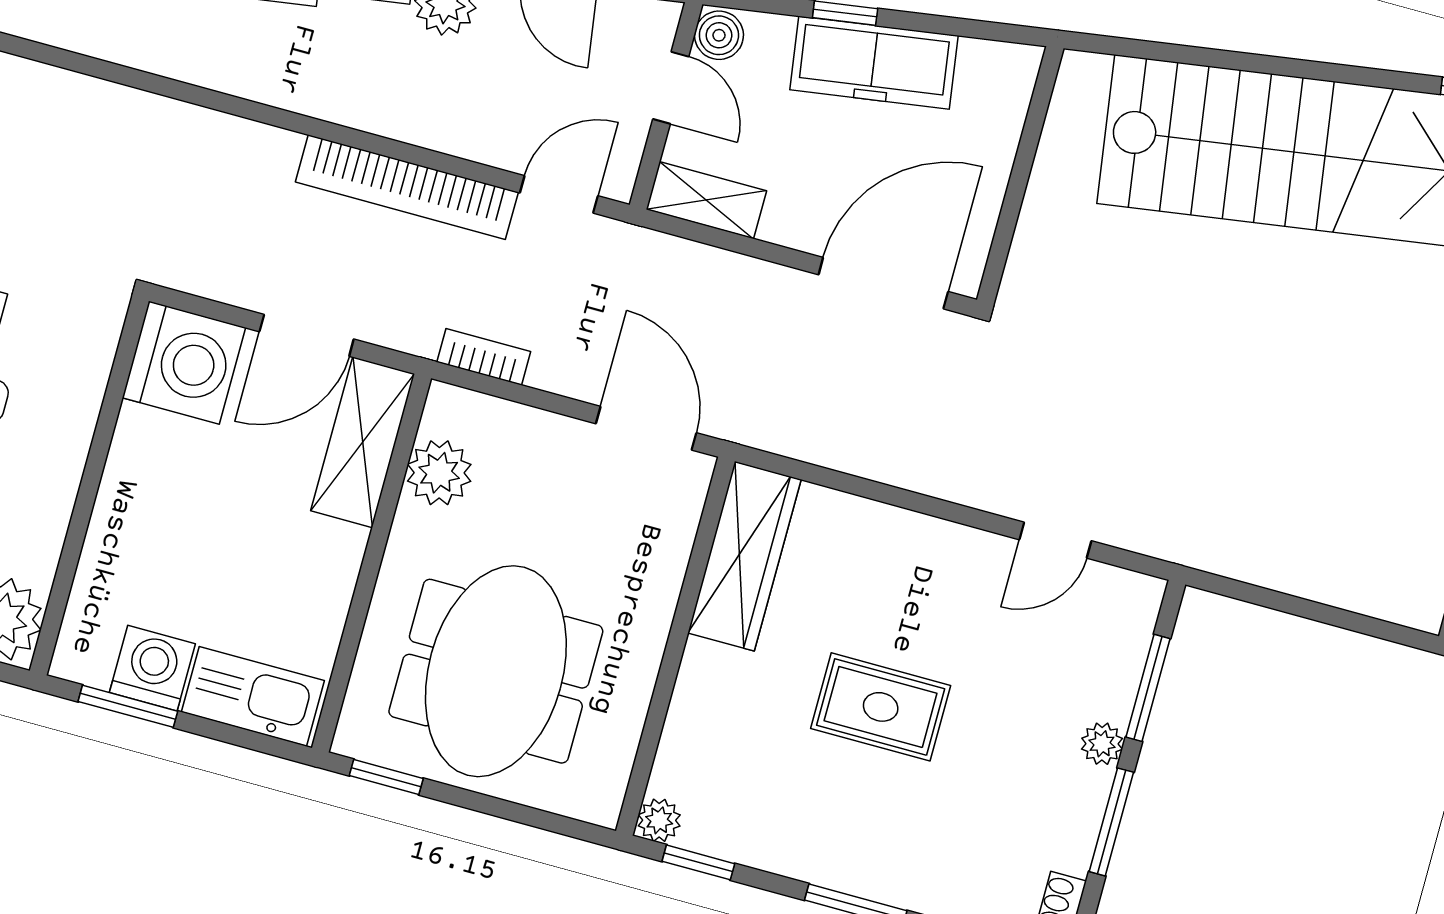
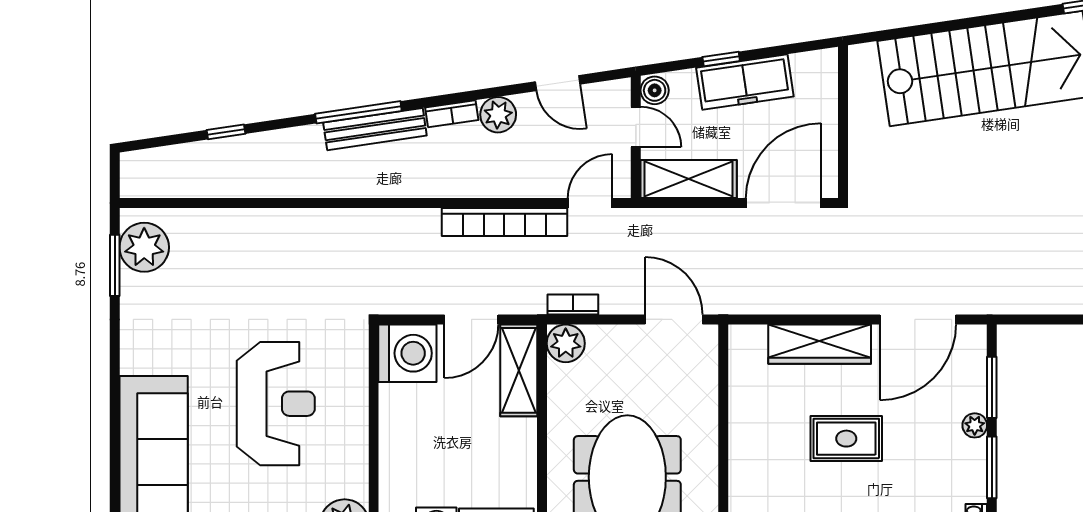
shelving: (706, 200) -> (689, 179), width x1.50, depth x1.33
plant: (439, 473) -> (566, 343), moved
door: (1055, 540) -> (918, 319), width x1.88
wardrobe: (744, 556) -> (820, 344), moved, turned 90

